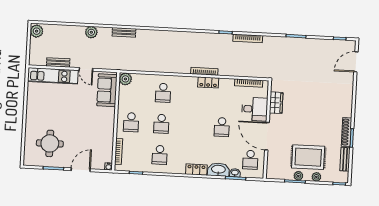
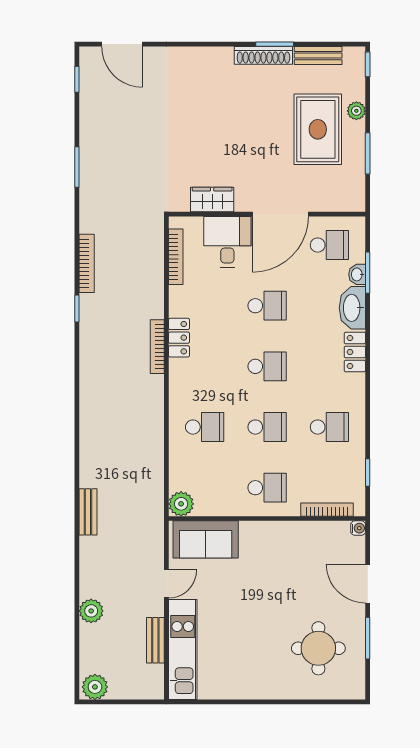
plant: (91, 32) -> (91, 611), moved
school desk: (192, 125) -> (267, 366), added
plant: (298, 176) -> (356, 147), removed

